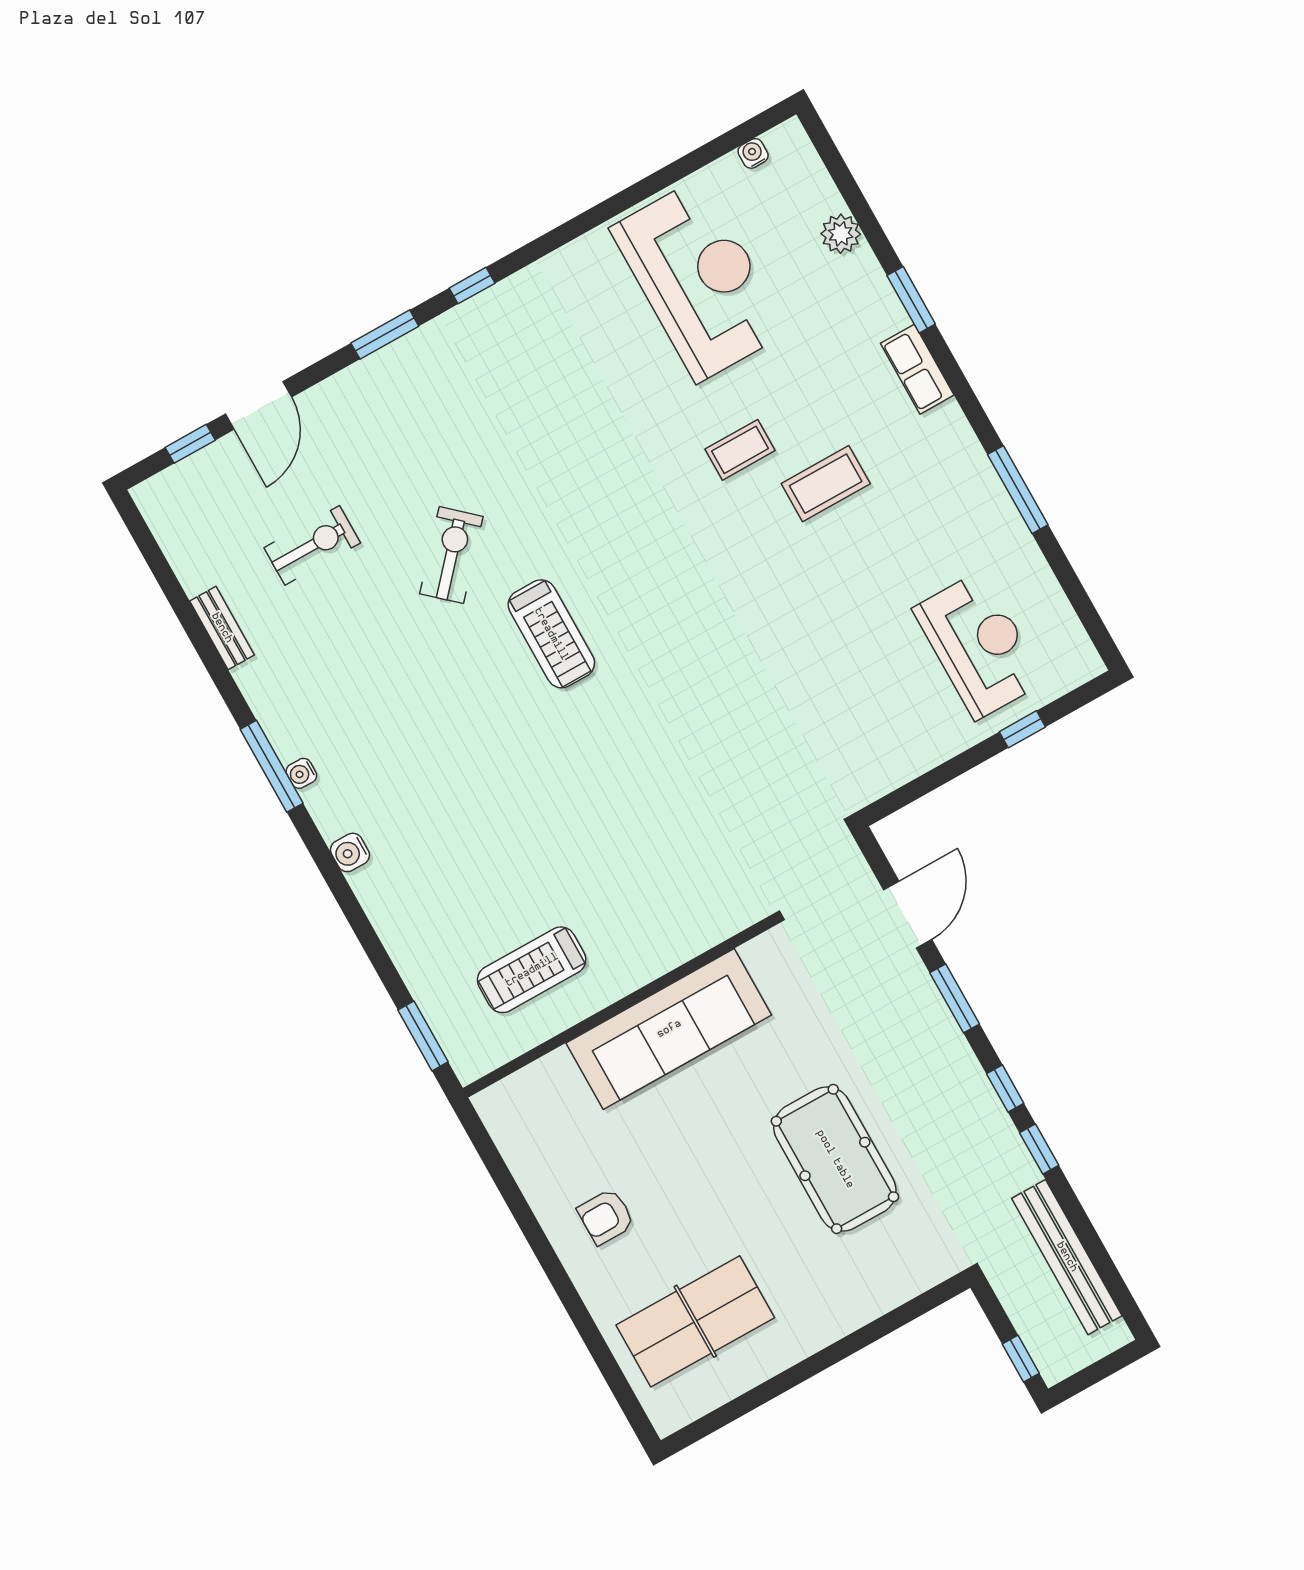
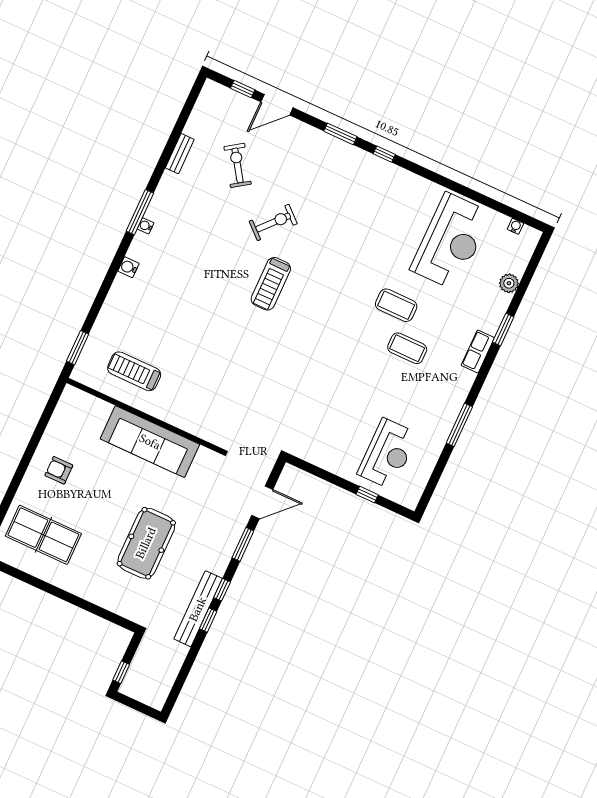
coffee table: (740, 450) -> (396, 305), width x1.36, depth x1.30
exercise bike: (312, 545) -> (238, 165), turned -124
bench: (1067, 1257) -> (198, 609), moved

